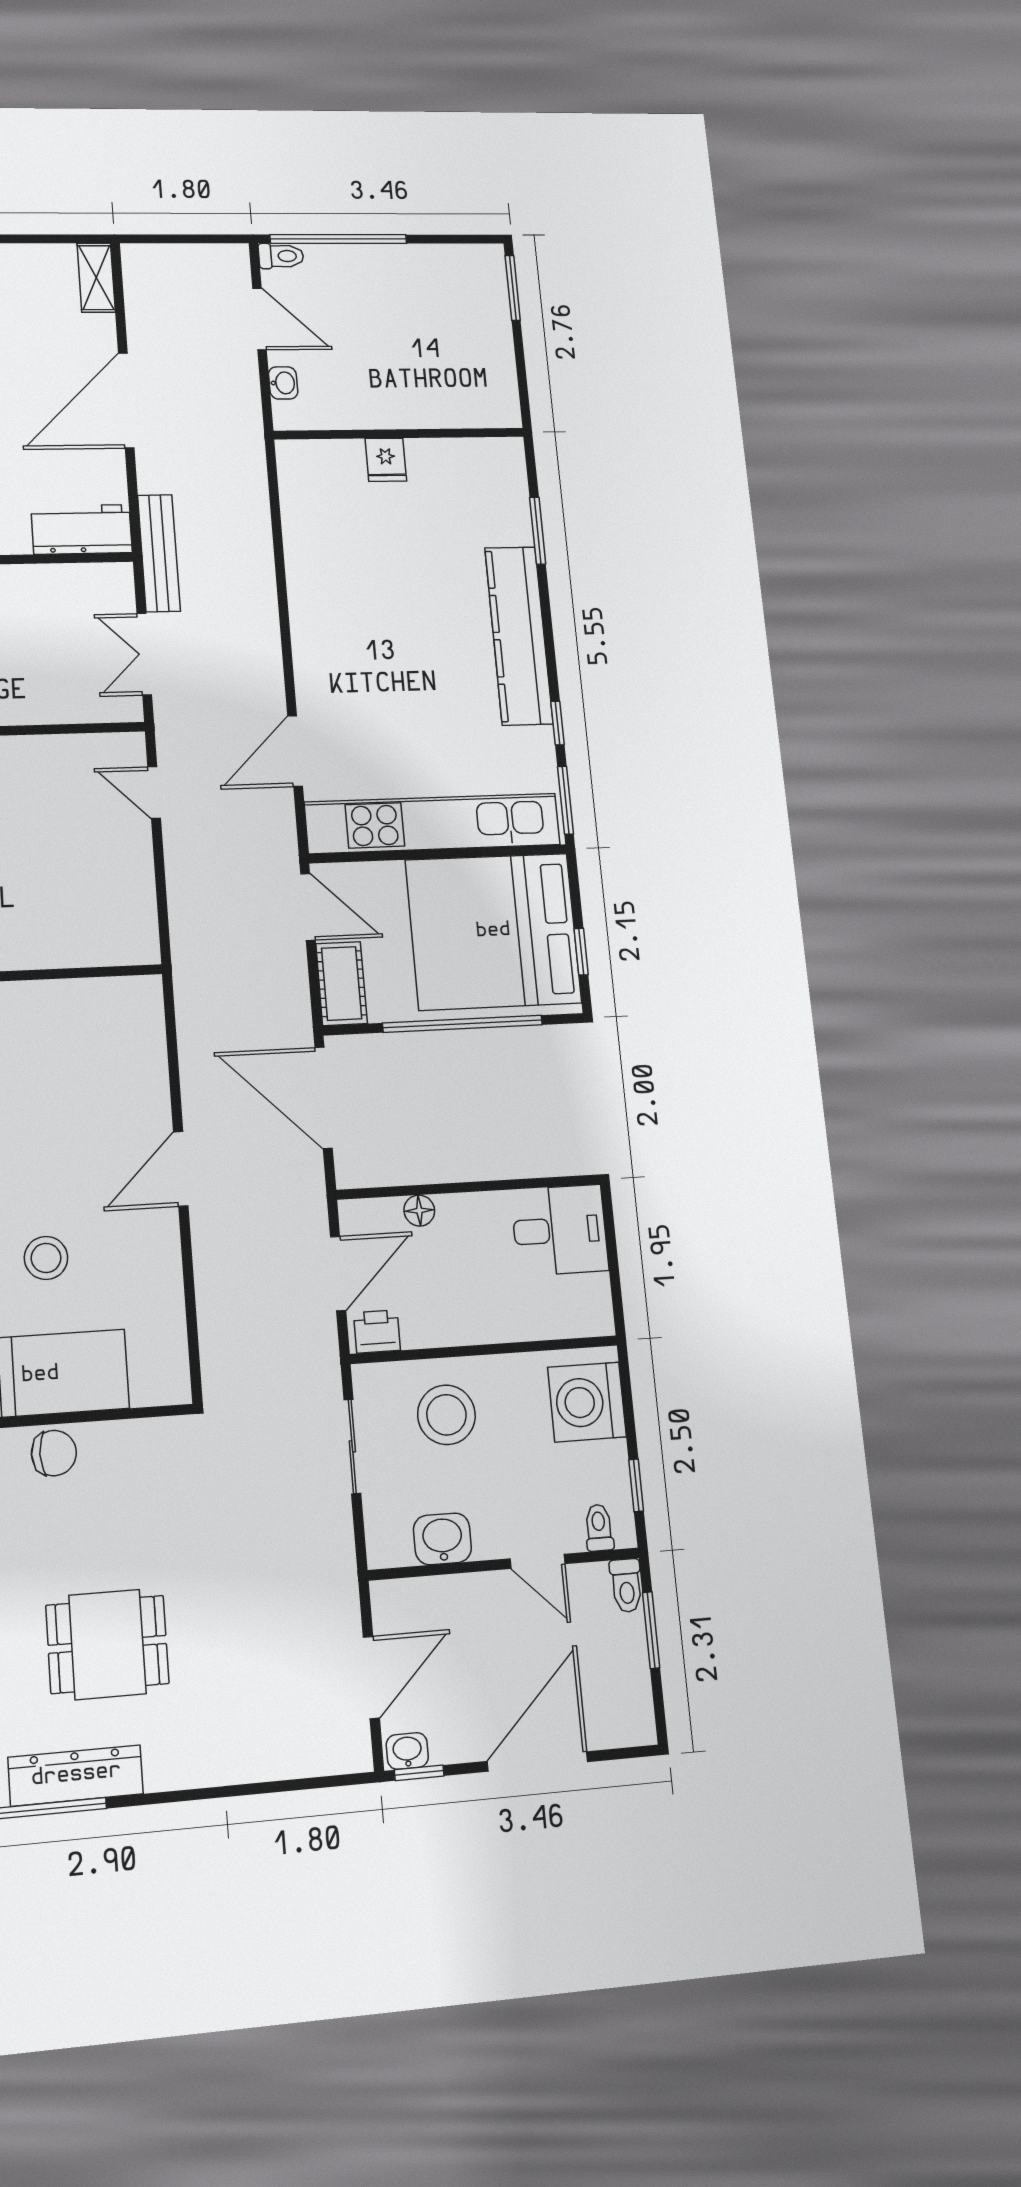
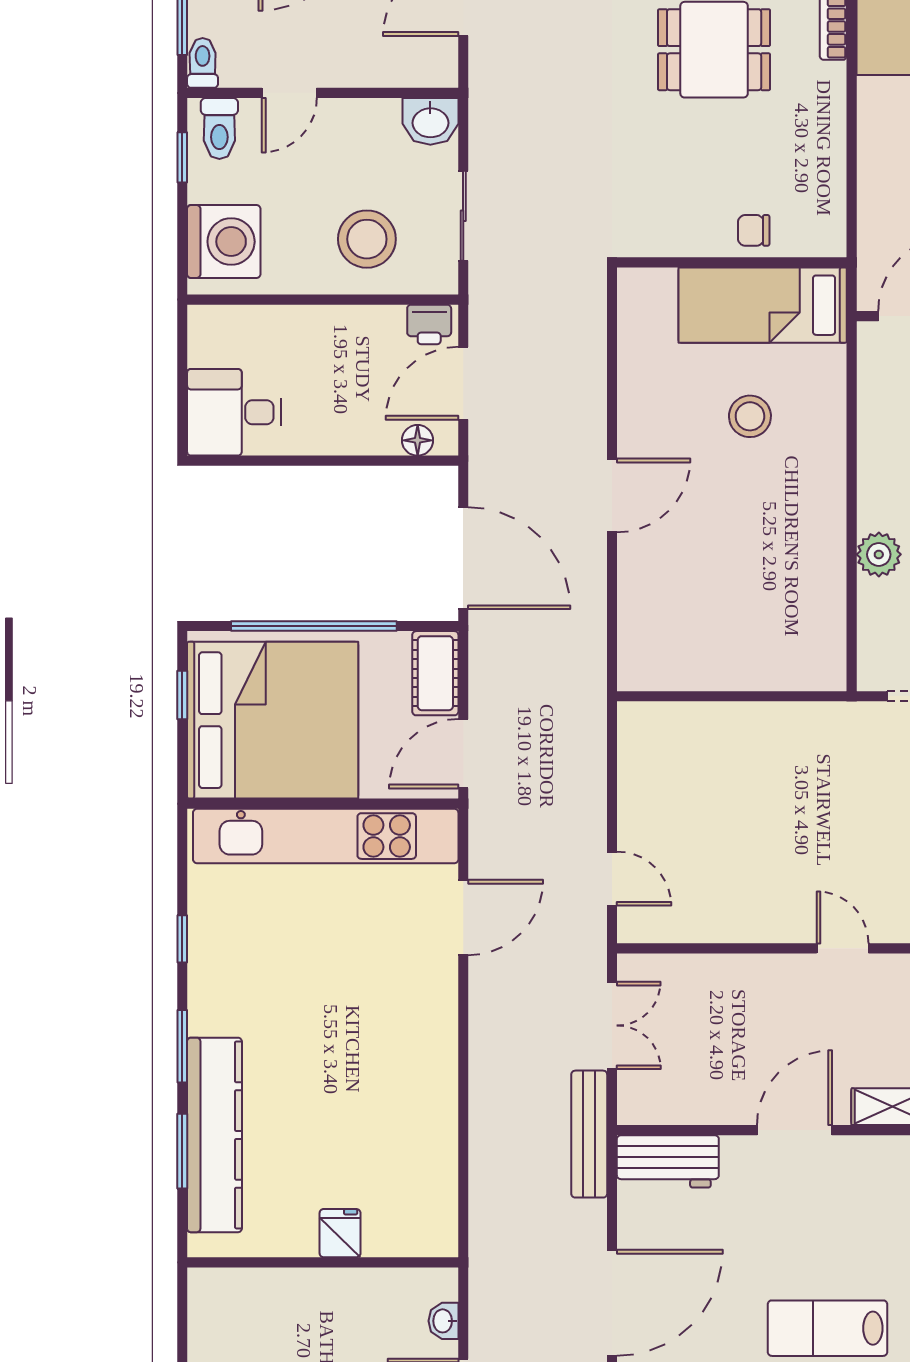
kitchen counter: (519, 636) -> (214, 1135), moved
window: (565, 800) -> (182, 1046), moved
door: (308, 907) -> (463, 754), hinge flipped
floor lamp: (419, 1211) -> (418, 440), moved
chair: (54, 1453) -> (754, 230), width x0.73, depth x0.73
toilet: (599, 1528) -> (219, 128), width x1.37, depth x1.39
washbasin: (442, 1539) -> (430, 121), moved
door: (537, 1561) -> (289, 93), swing flipped

